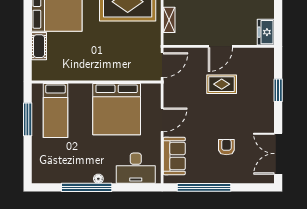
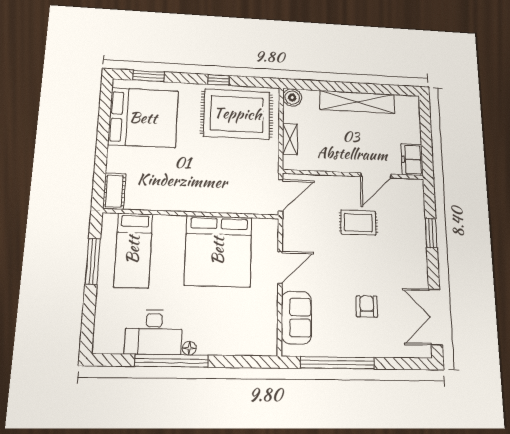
cot: (39, 46) -> (114, 191), moved
door: (220, 46) -> (376, 175), moved
desk: (136, 168) -> (154, 332), moved

